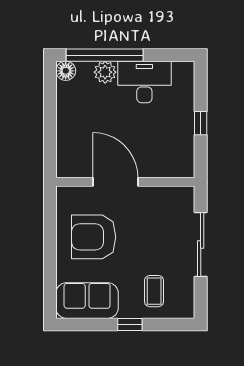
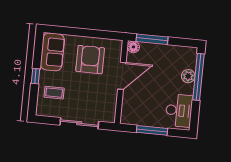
floor lamp: (66, 71) -> (133, 47), moved
desk: (144, 82) -> (179, 110), moved
window: (201, 123) -> (152, 130), width x2.17
window: (50, 138) -> (152, 39), added

